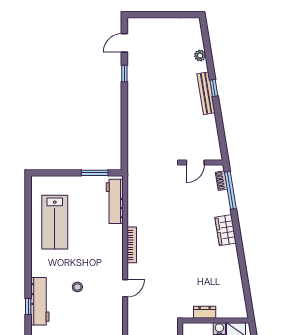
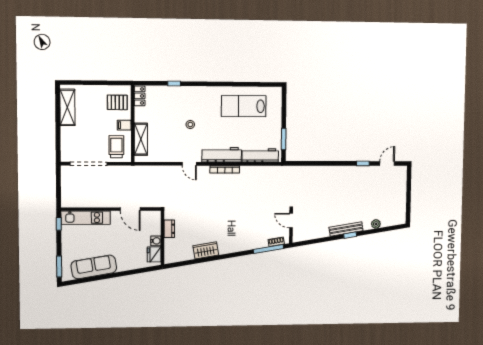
door: (124, 43) -> (387, 163), hinge flipped
wardrobe: (226, 230) -> (206, 250), moved
workbench: (40, 301) -> (222, 155), moved, turned 180

